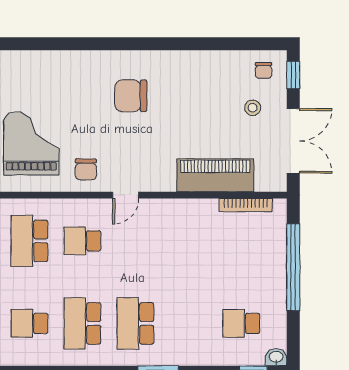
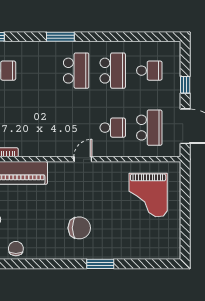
window: (100, 44) -> (100, 264), added
chair: (86, 170) -> (16, 249), moved

